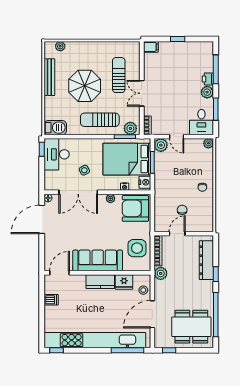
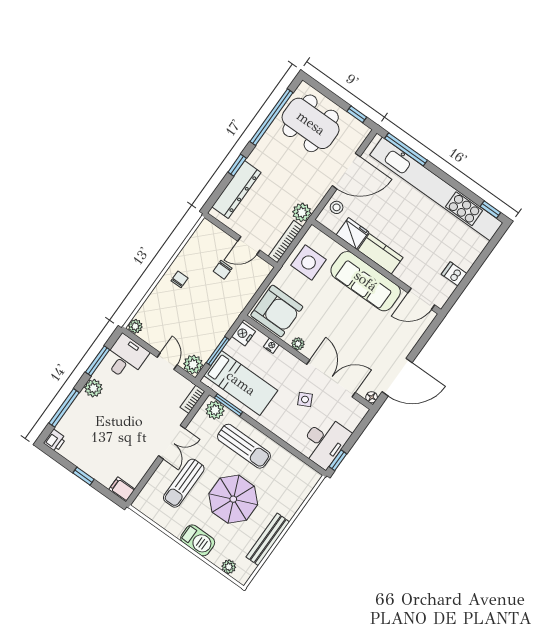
printer: (208, 79) -> (55, 441), moved
barbecue: (55, 128) -> (198, 540), moved, turned 180
bed: (127, 159) -> (241, 383), width x0.67

